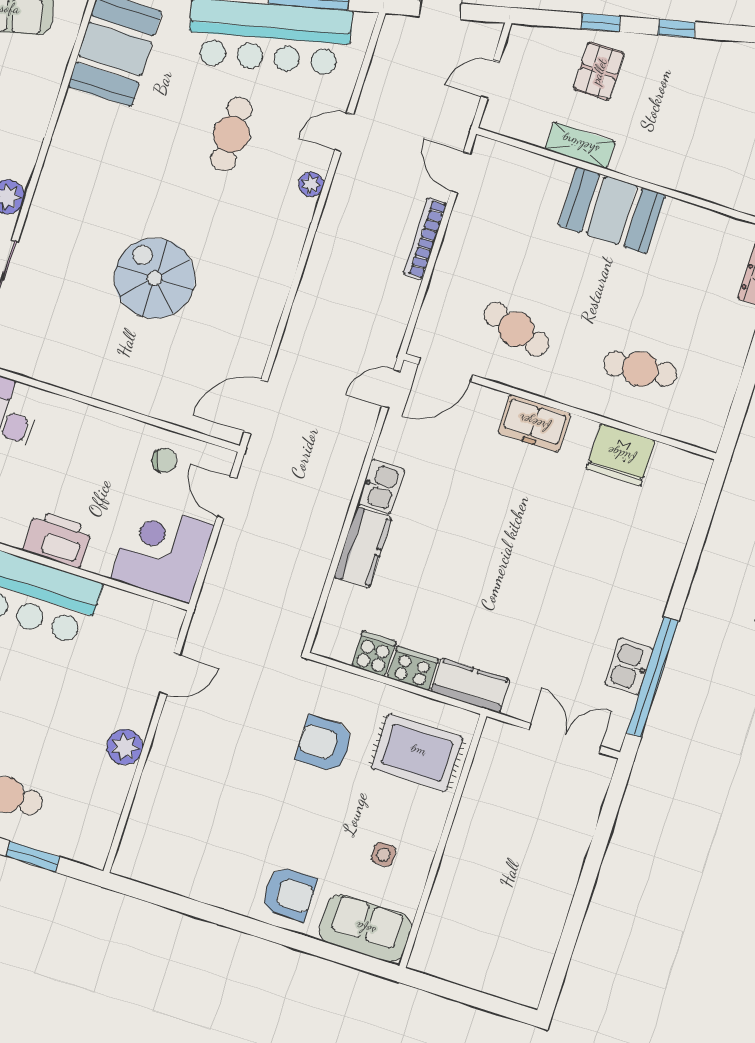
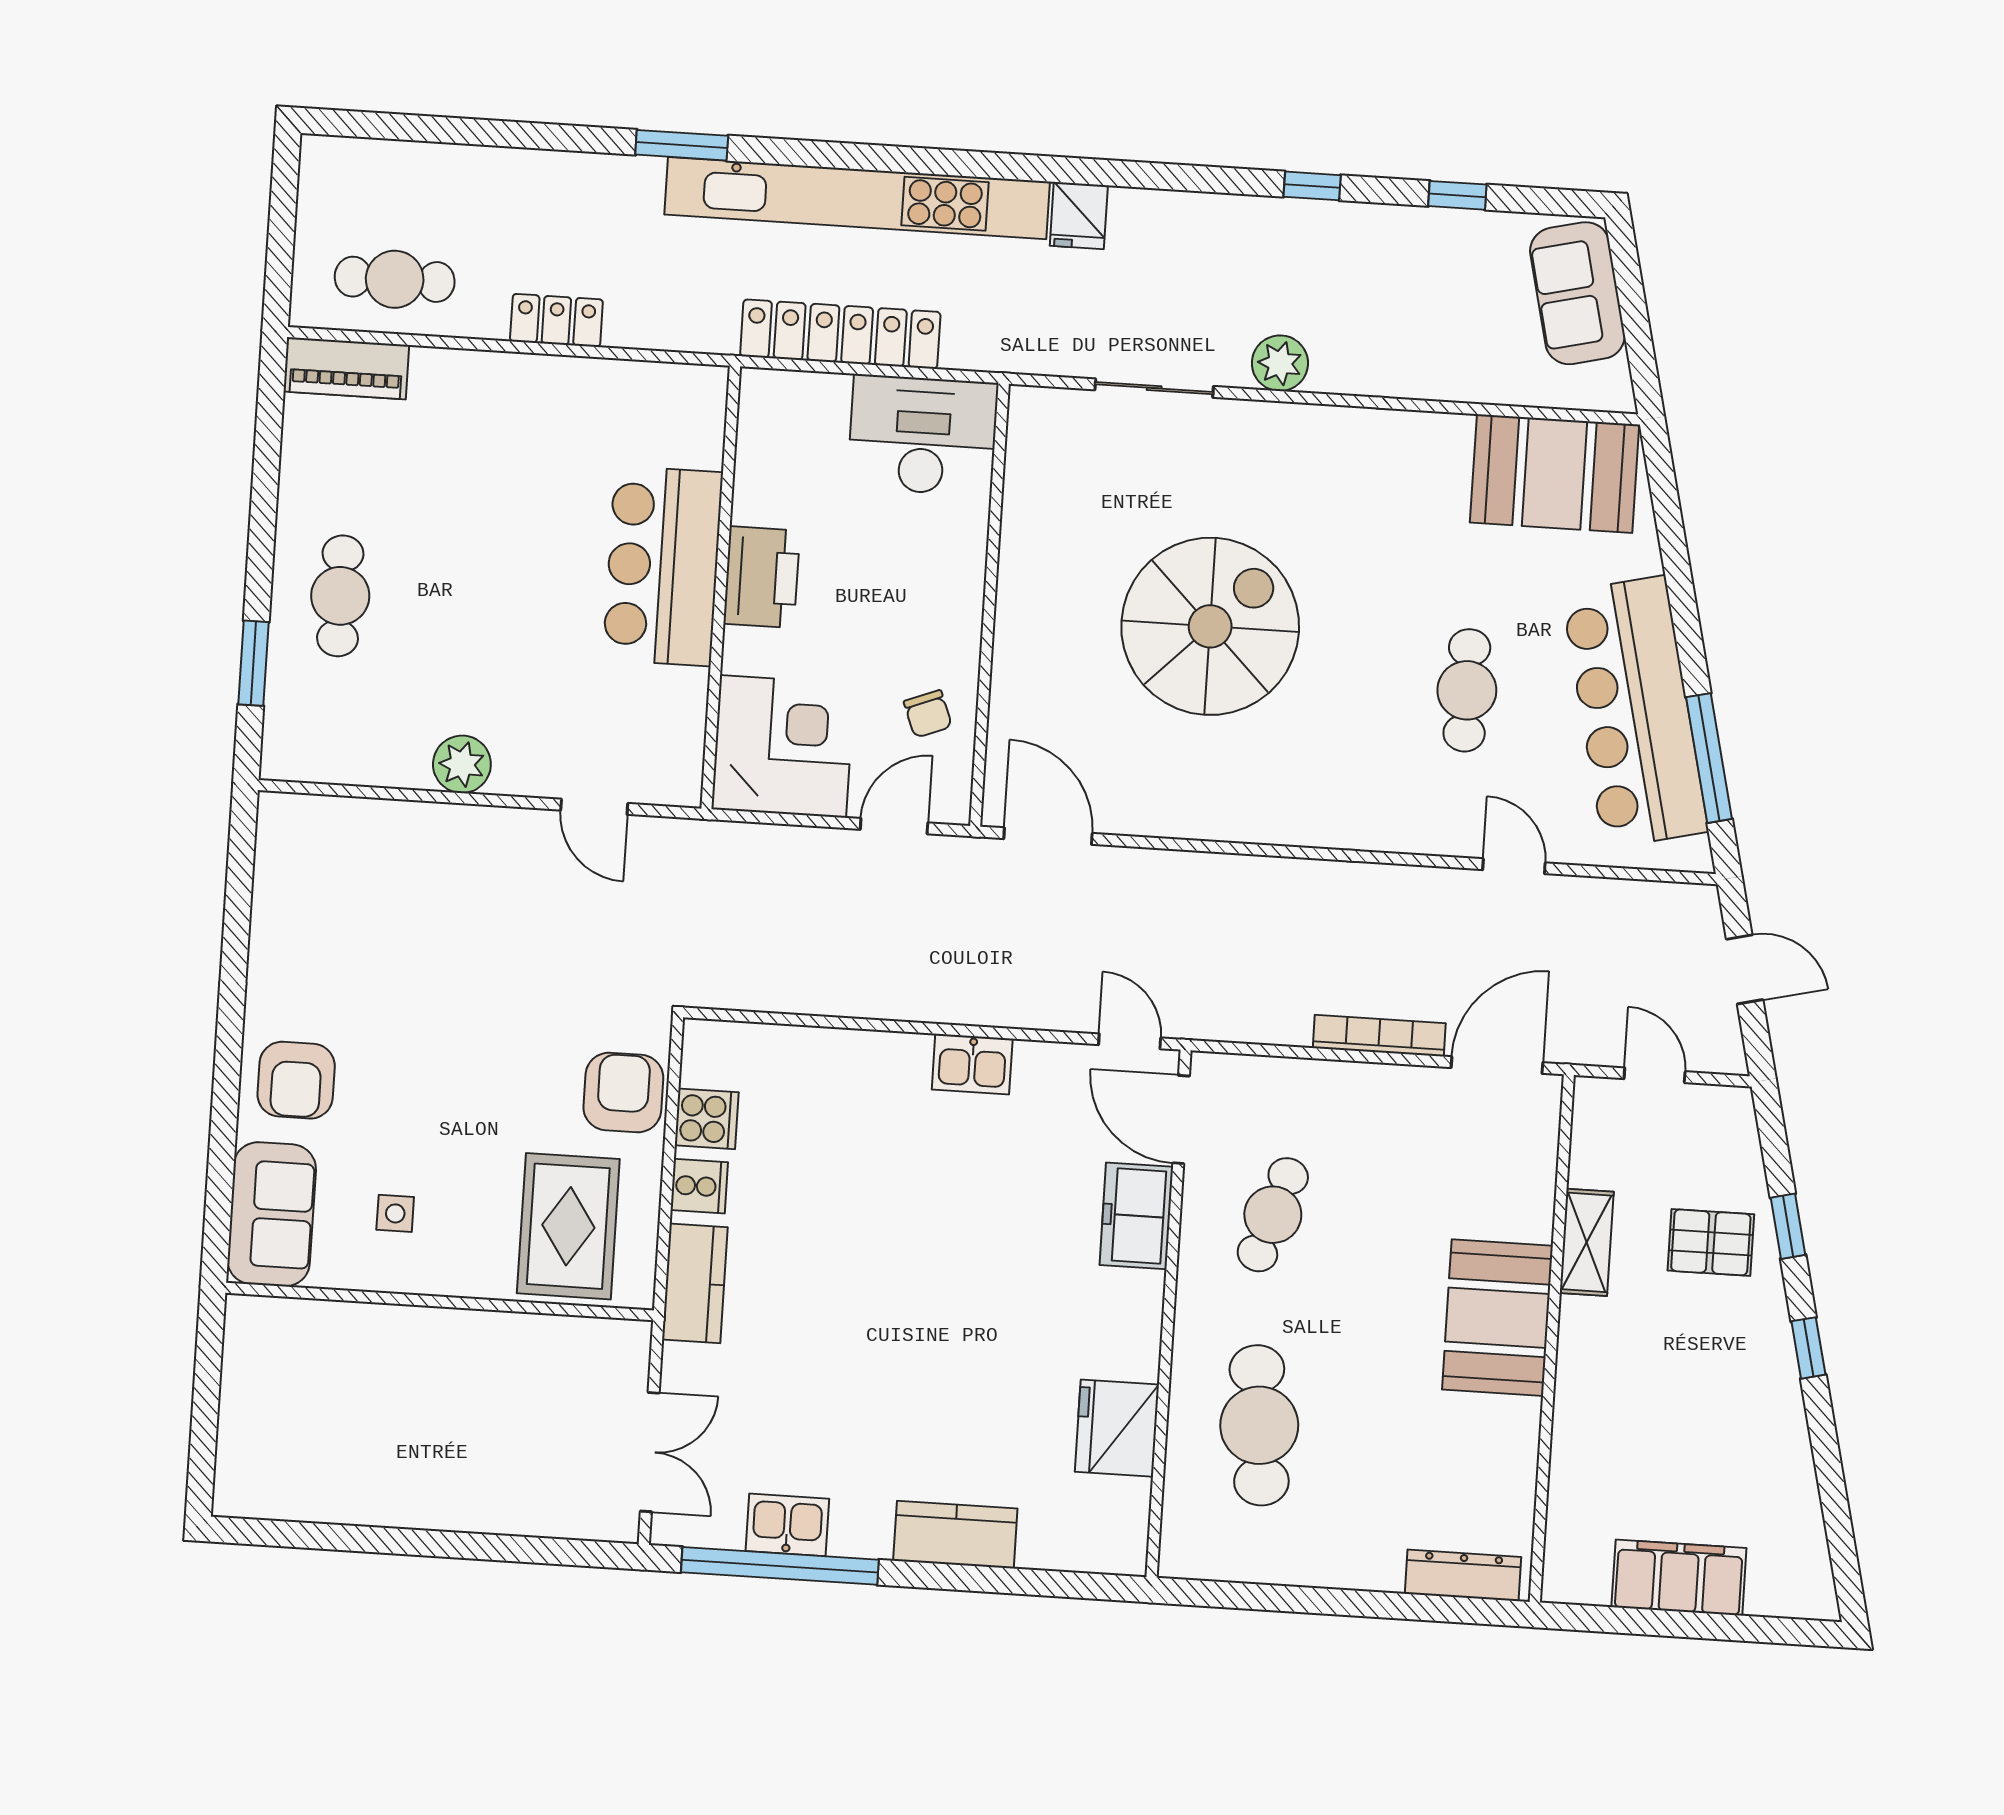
cafe table: (231, 134) -> (1467, 690), turned 90
door: (460, 172) -> (1497, 1065), width x1.37
plant: (311, 184) -> (1419, 835), removed
spiral stairs: (155, 278) -> (1210, 626), width x1.37, depth x1.37
cafe table: (640, 369) -> (1259, 1425), width x1.37, depth x1.35
freezer: (534, 423) -> (1136, 1216), moved
kitchen counter: (363, 547) -> (955, 1535), moved, turned 180
cooker: (413, 668) -> (699, 1186), width x0.73
armchair: (324, 744) -> (623, 1093), moved

